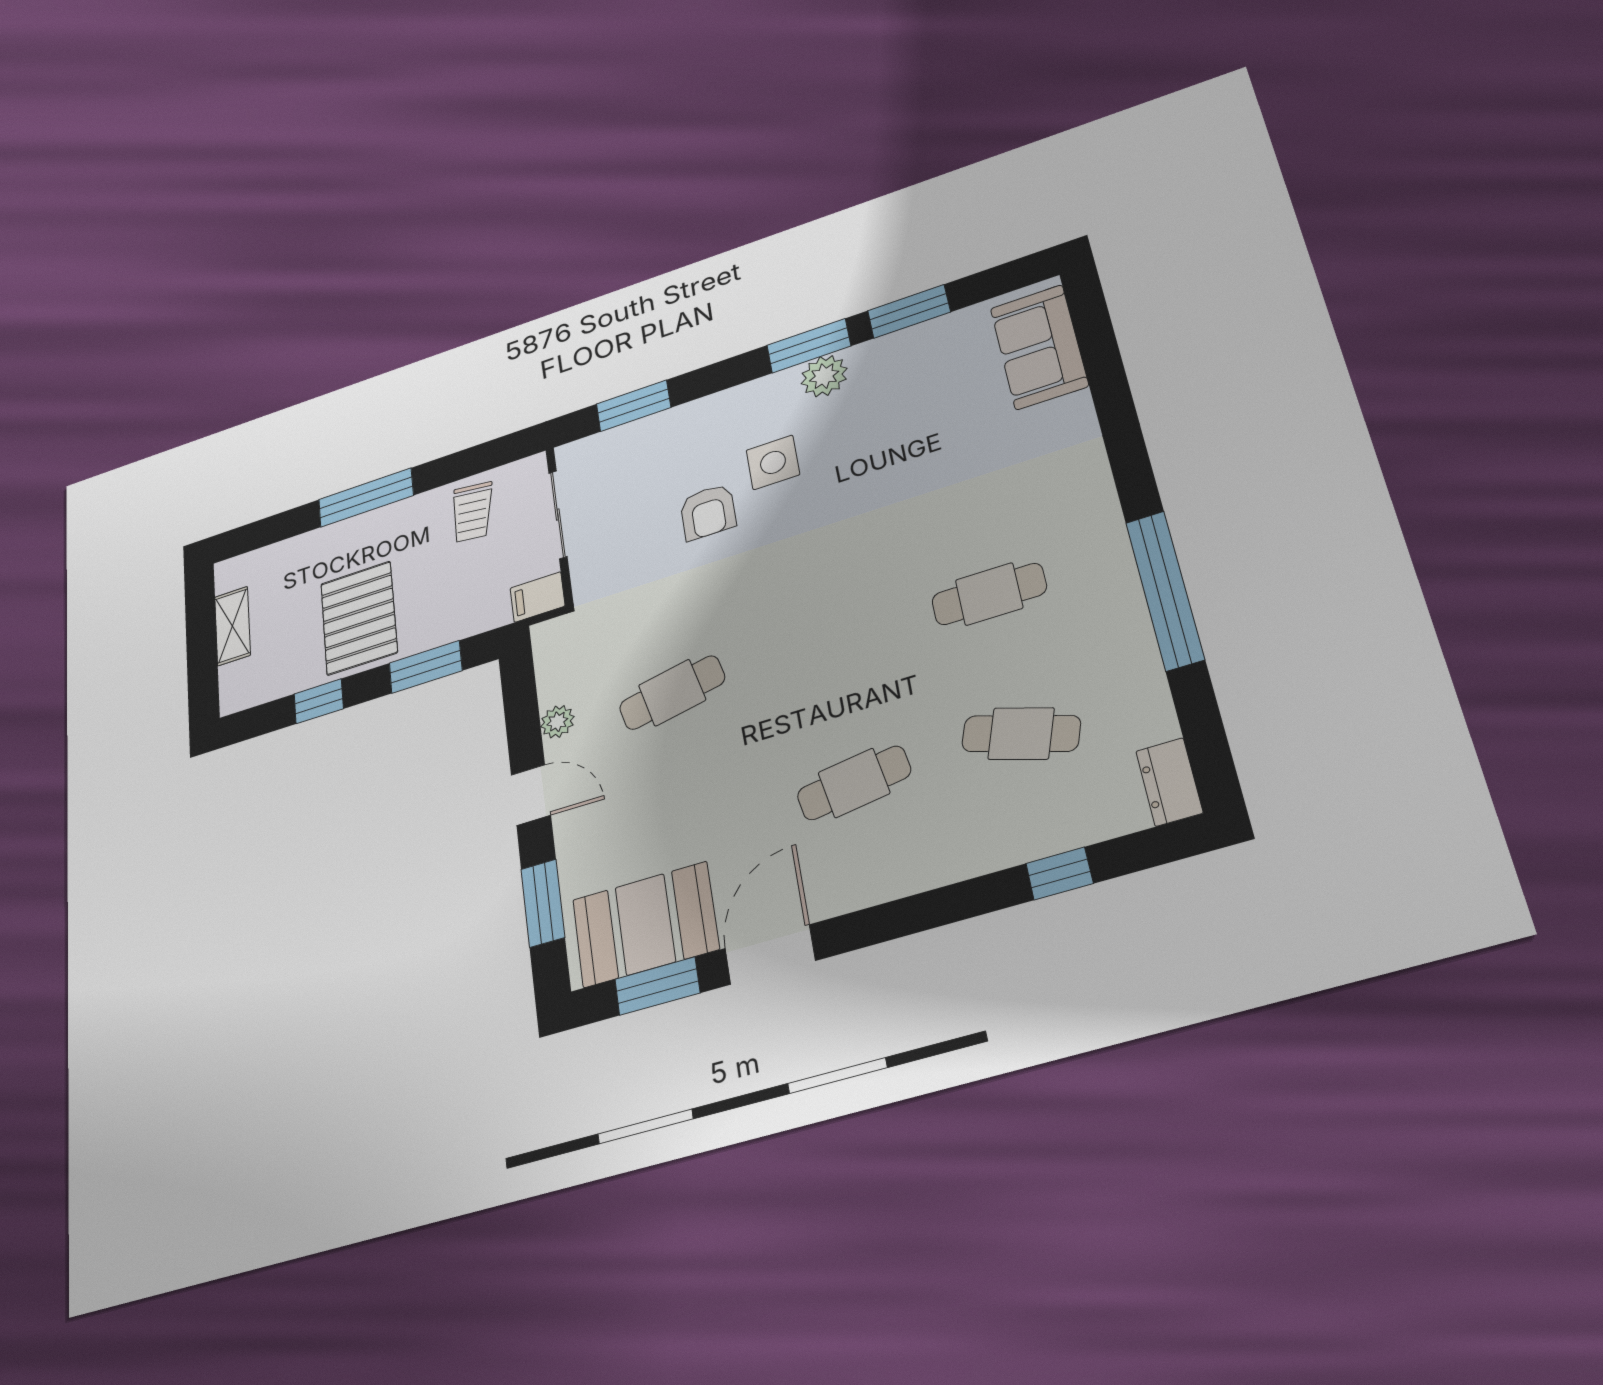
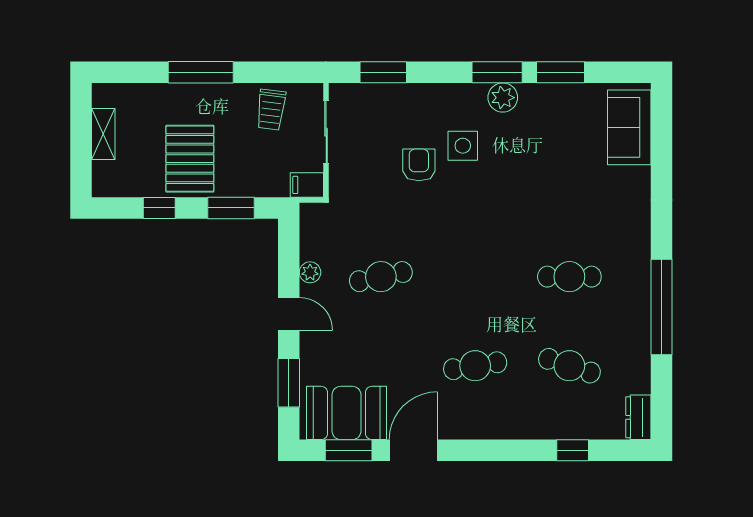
armchair: (708, 512) -> (419, 165), turned 180

